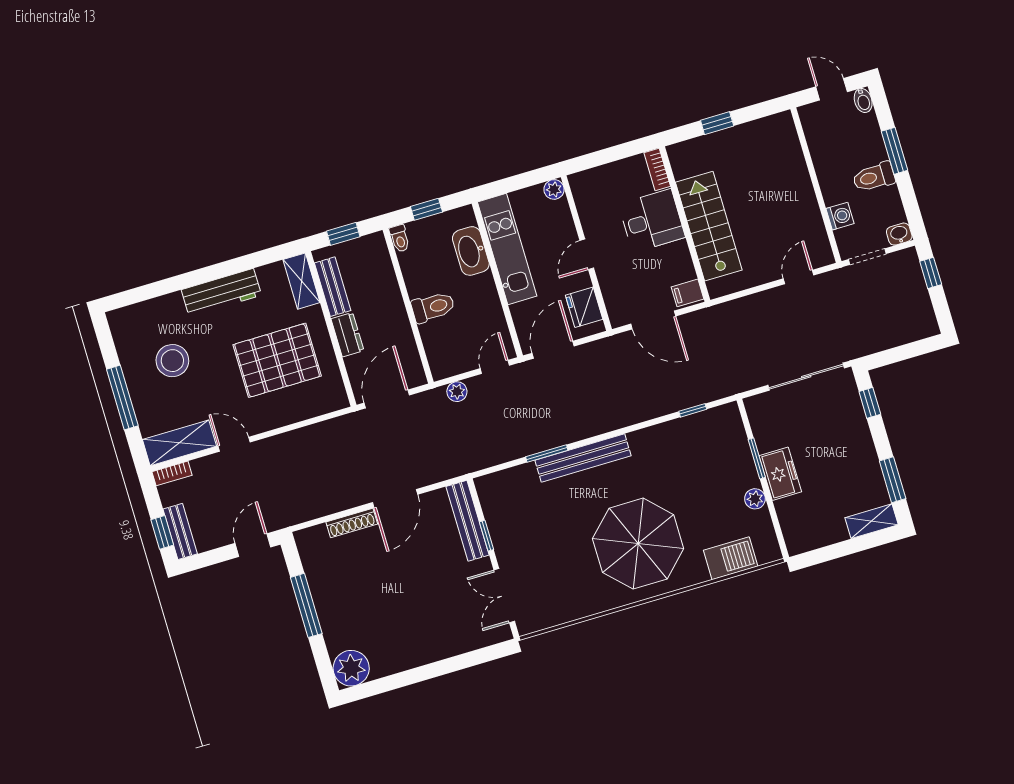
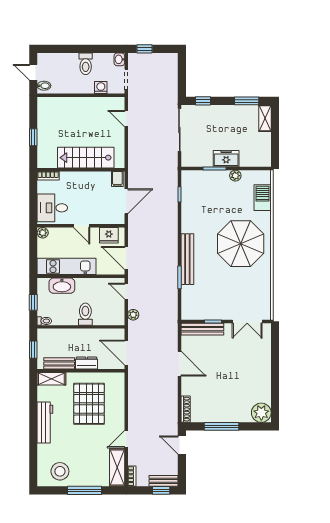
door: (832, 89) -> (33, 72), hinge flipped
bidet: (863, 100) -> (44, 86), moved
window: (895, 151) -> (75, 49), removed
desk: (652, 221) -> (52, 208), moved, turned -90
stool: (172, 361) -> (60, 471), moved
shoe rack: (352, 523) -> (186, 409), moved

